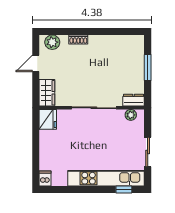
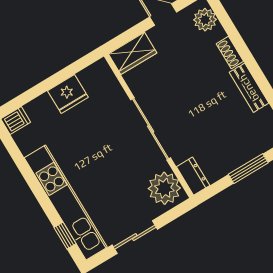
bench: (104, 41) -> (249, 88), added
plant: (131, 115) -> (164, 188), width x1.88, depth x1.88
fridge: (48, 119) -> (68, 94), moved

